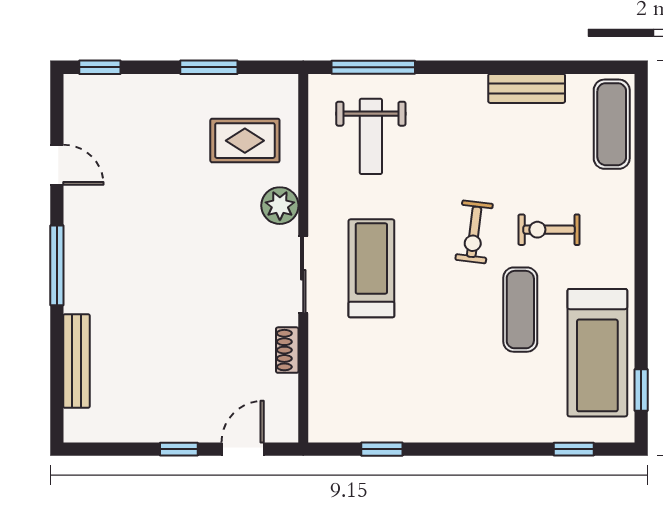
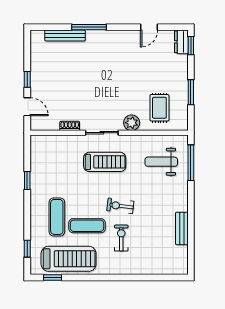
dresser: (91, 89) -> (181, 42), added
exercise mat: (612, 124) -> (57, 217), moved, turned 90
window: (57, 265) -> (89, 27), moved
treadmill: (597, 353) -> (69, 259), turned 180
window: (382, 449) -> (27, 181), moved

